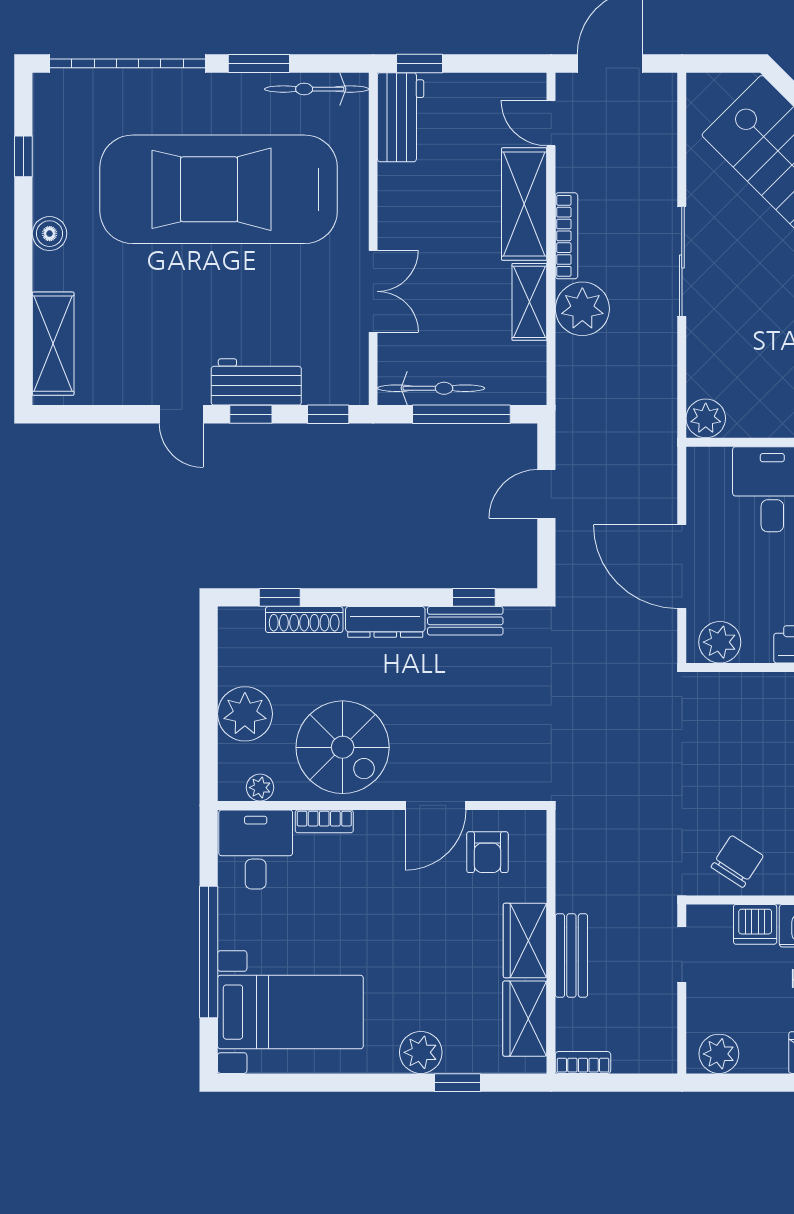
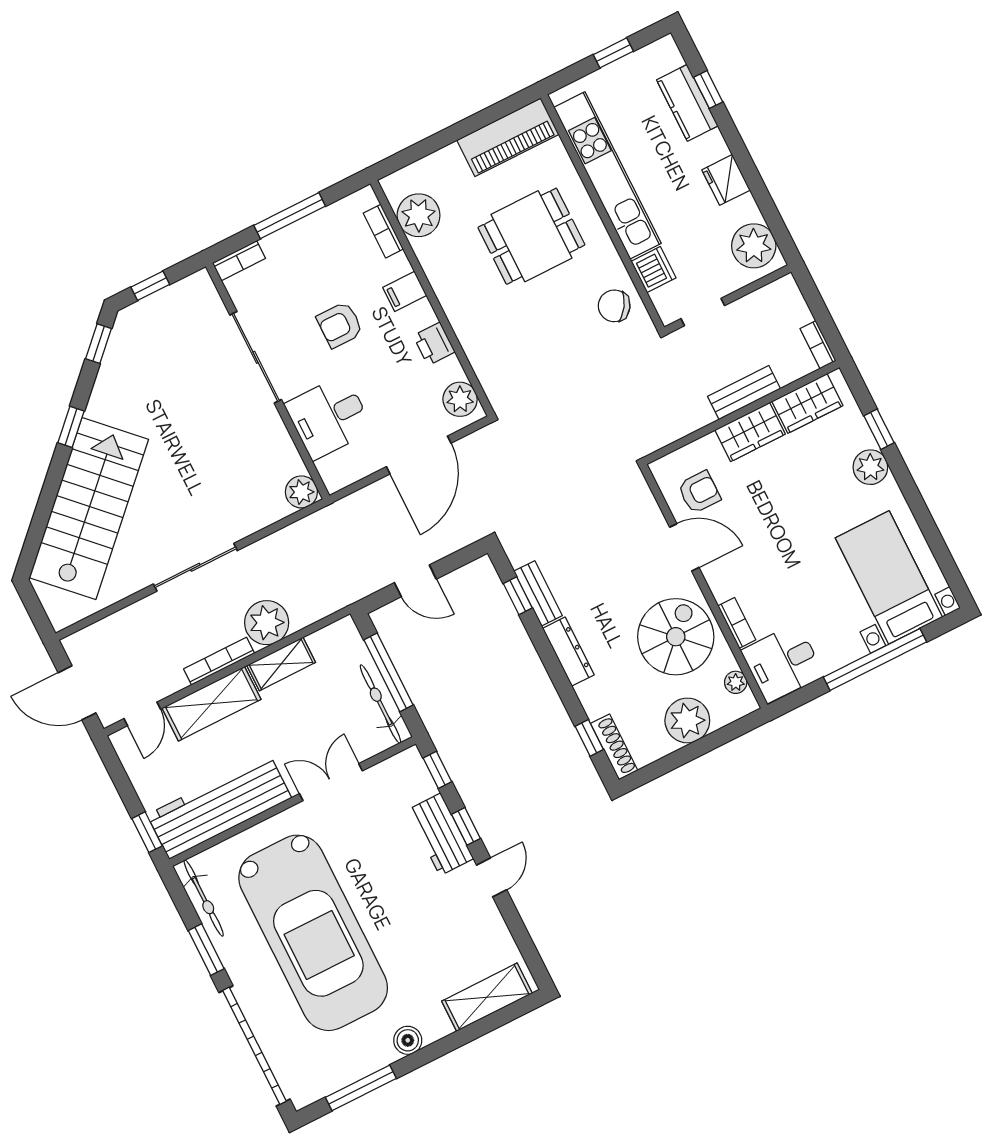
workbench: (401, 117) -> (219, 806), width x1.87, depth x1.32
window: (23, 156) -> (361, 1088), width x2.17
shoe rack: (304, 620) -> (614, 747), moved
plant: (719, 1054) -> (754, 246), width x1.36, depth x1.36

